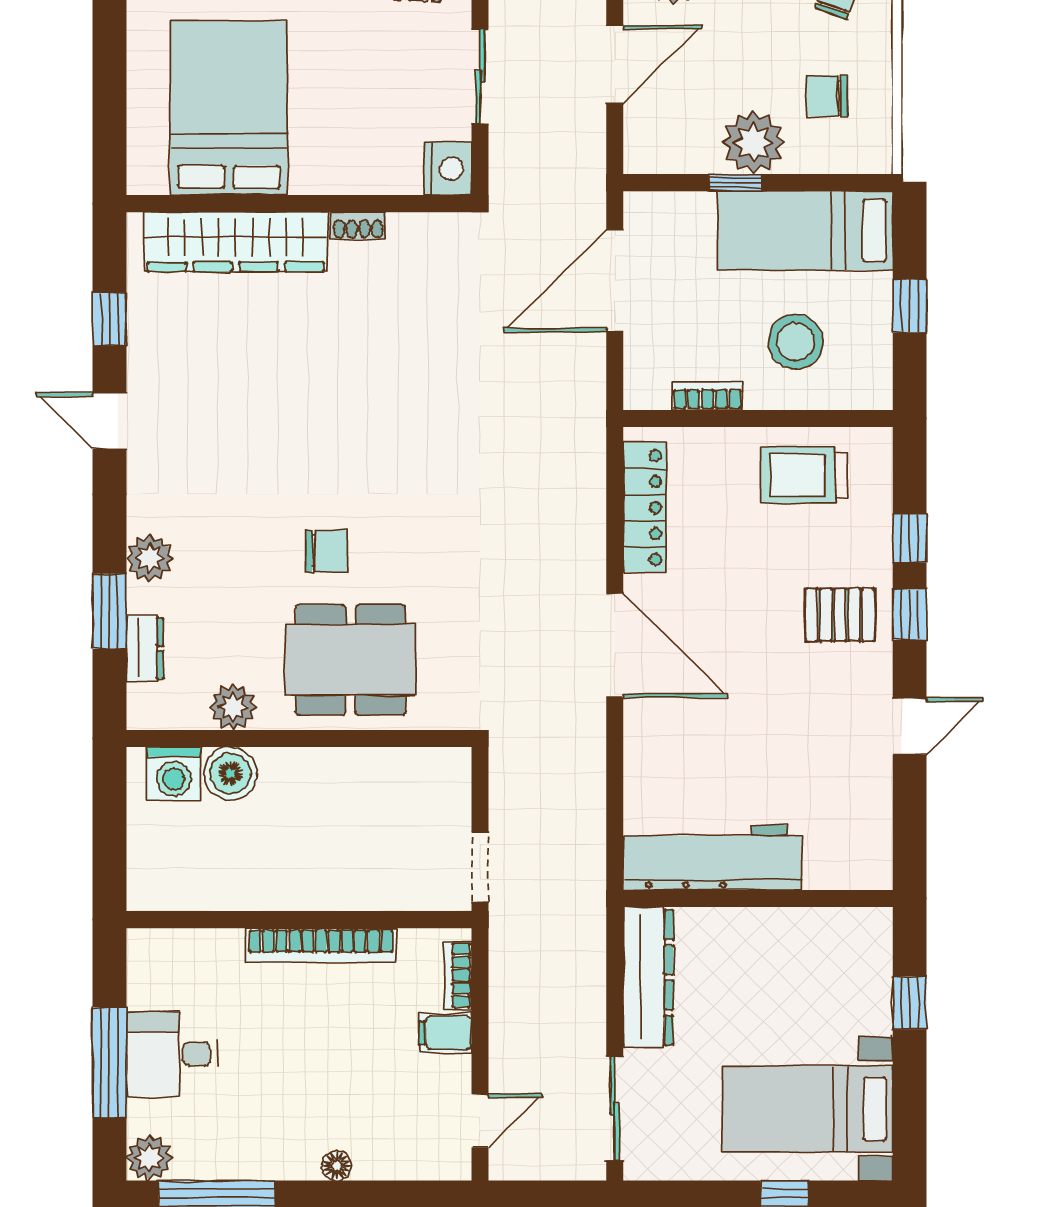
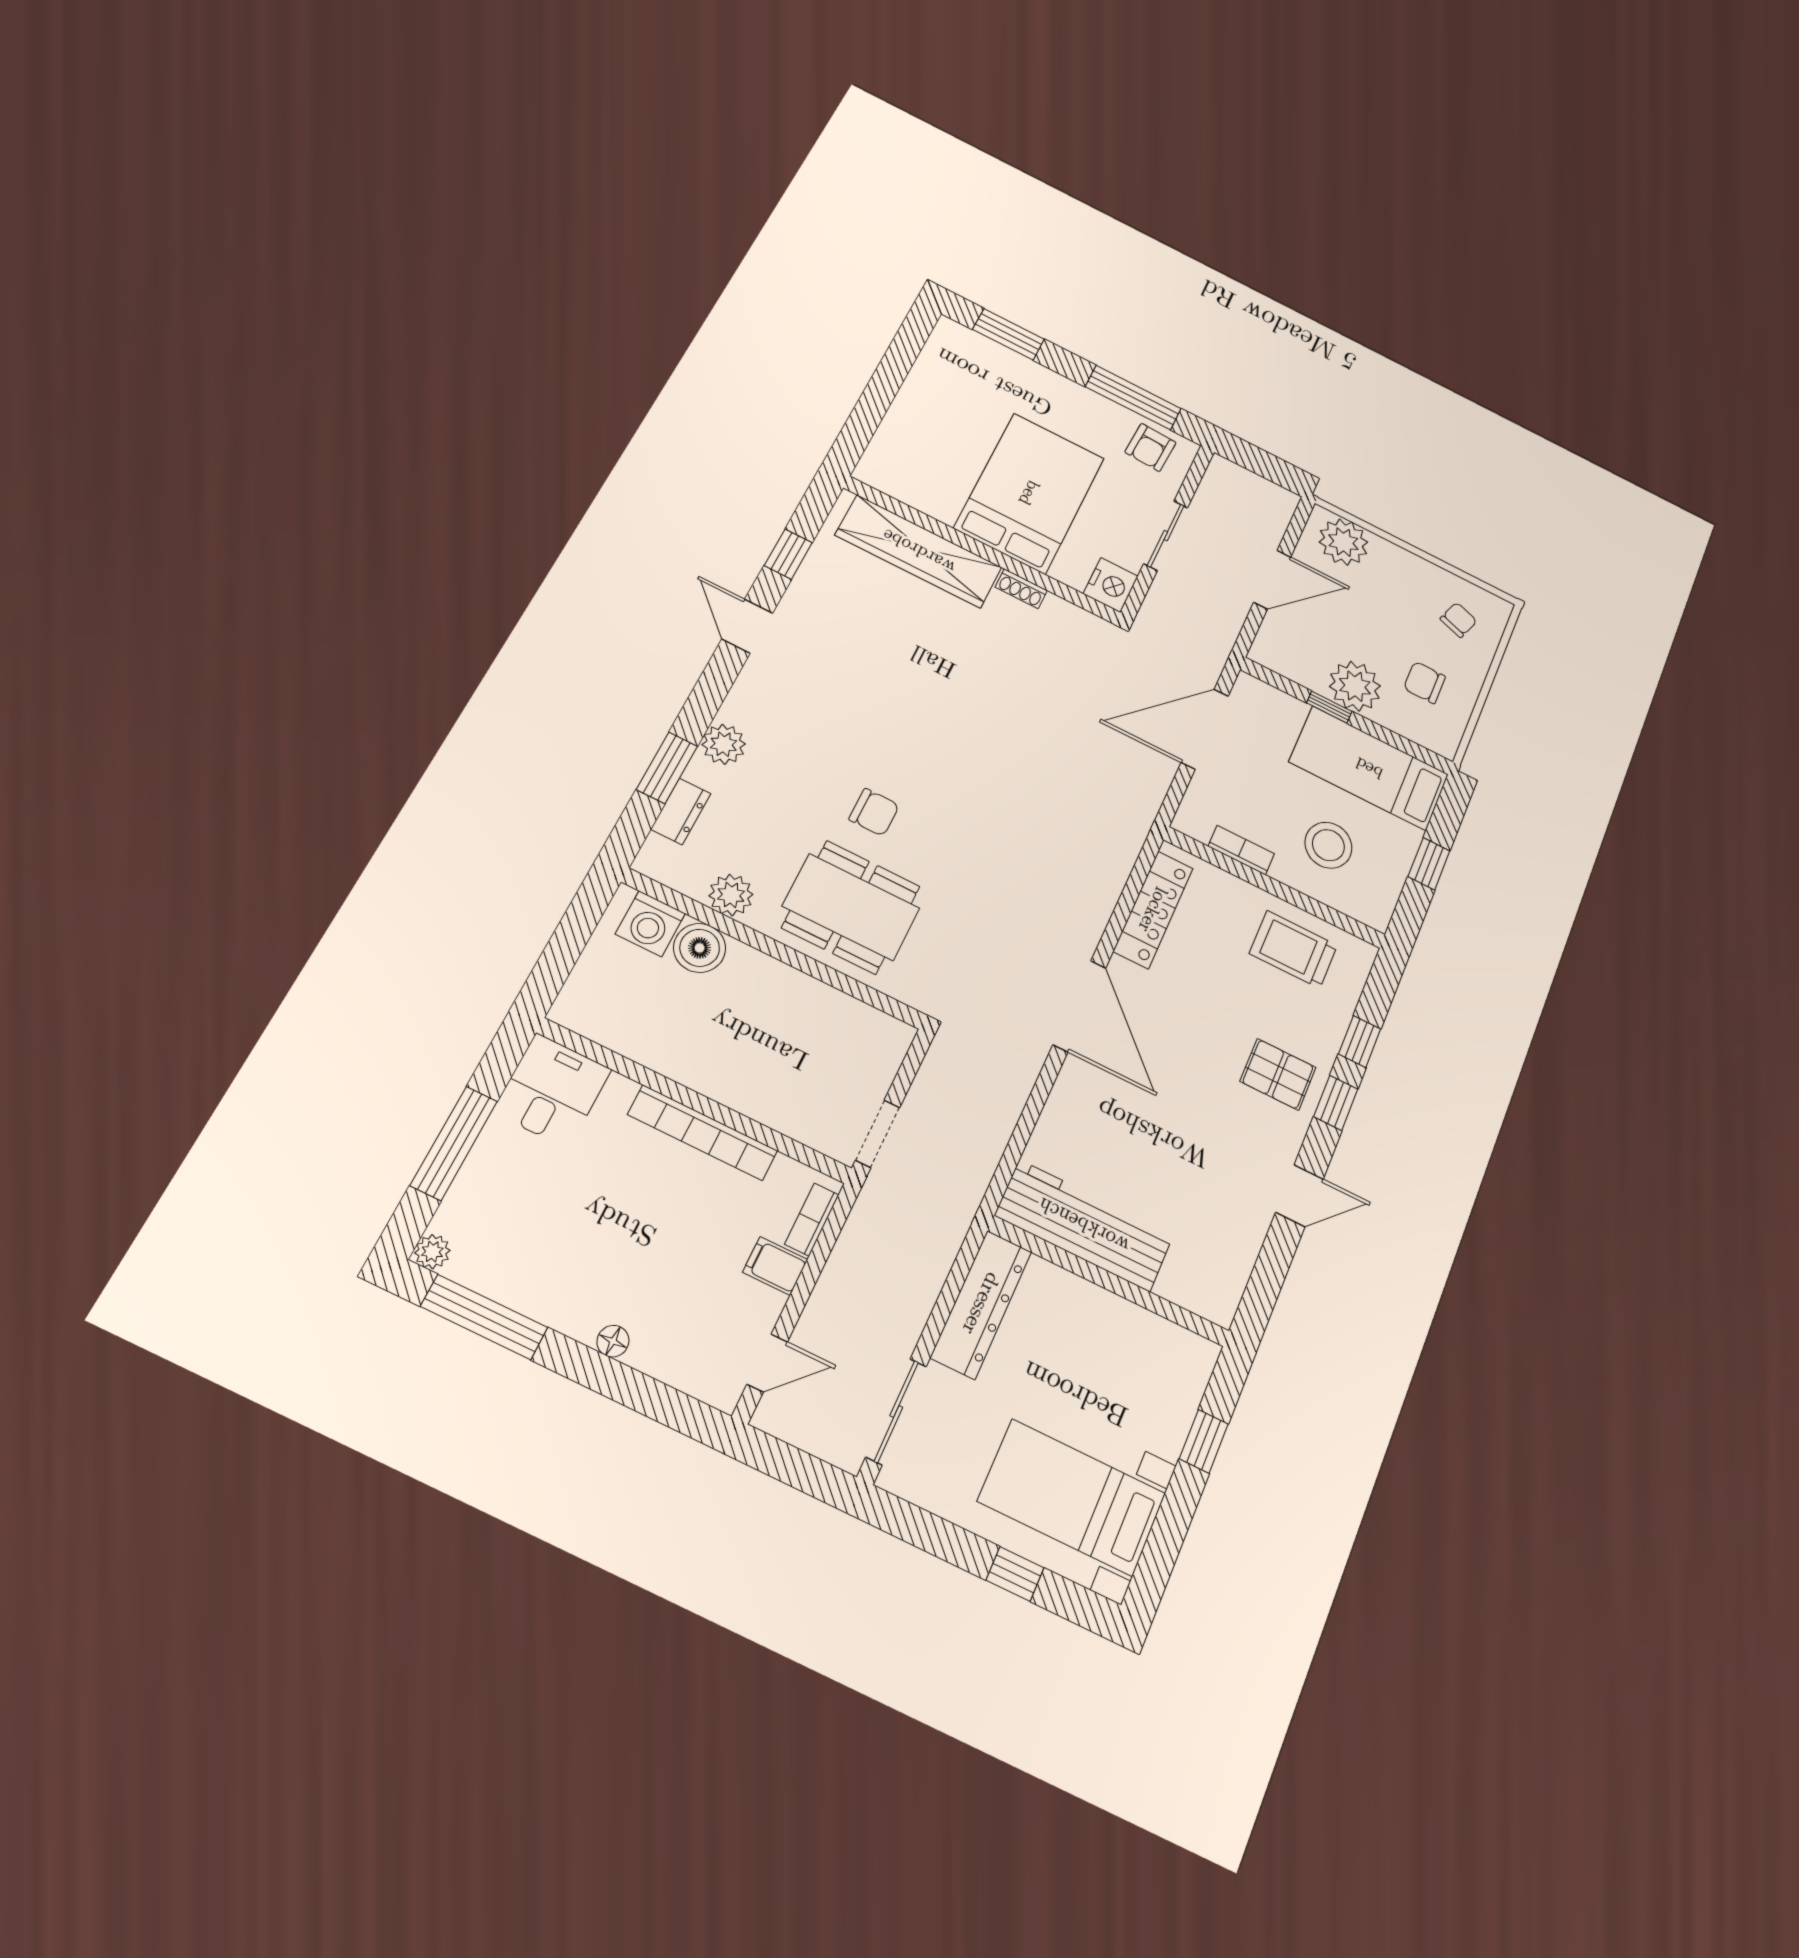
bed: (229, 108) -> (1029, 493), moved
desk: (172, 1054) -> (552, 1091), moved, turned 90
plant: (149, 1158) -> (432, 1252), width x0.73, depth x0.73

